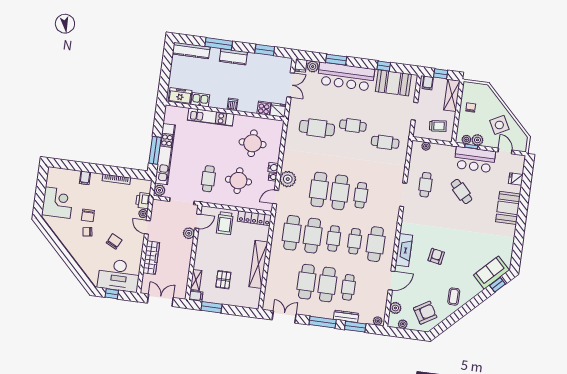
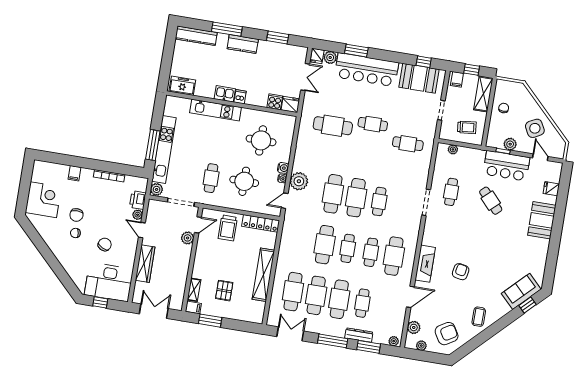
window: (384, 66) -> (424, 62), moved
kitchen sink: (200, 100) -> (225, 94), moved
plant: (466, 140) -> (498, 143), removed
cafe table: (292, 233) -> (293, 292), moved

